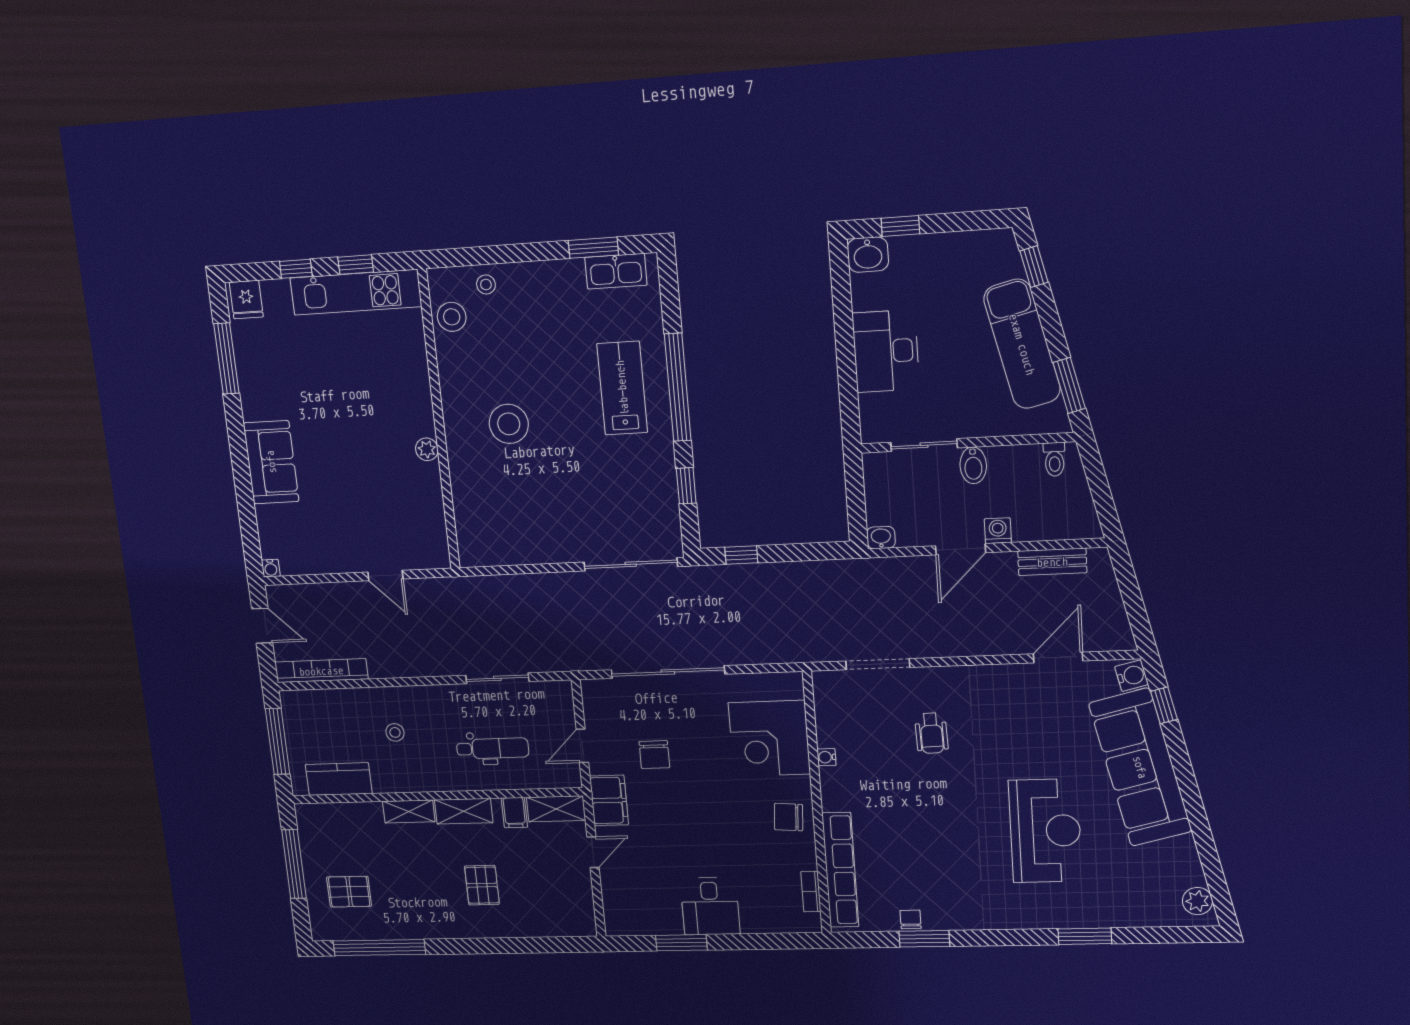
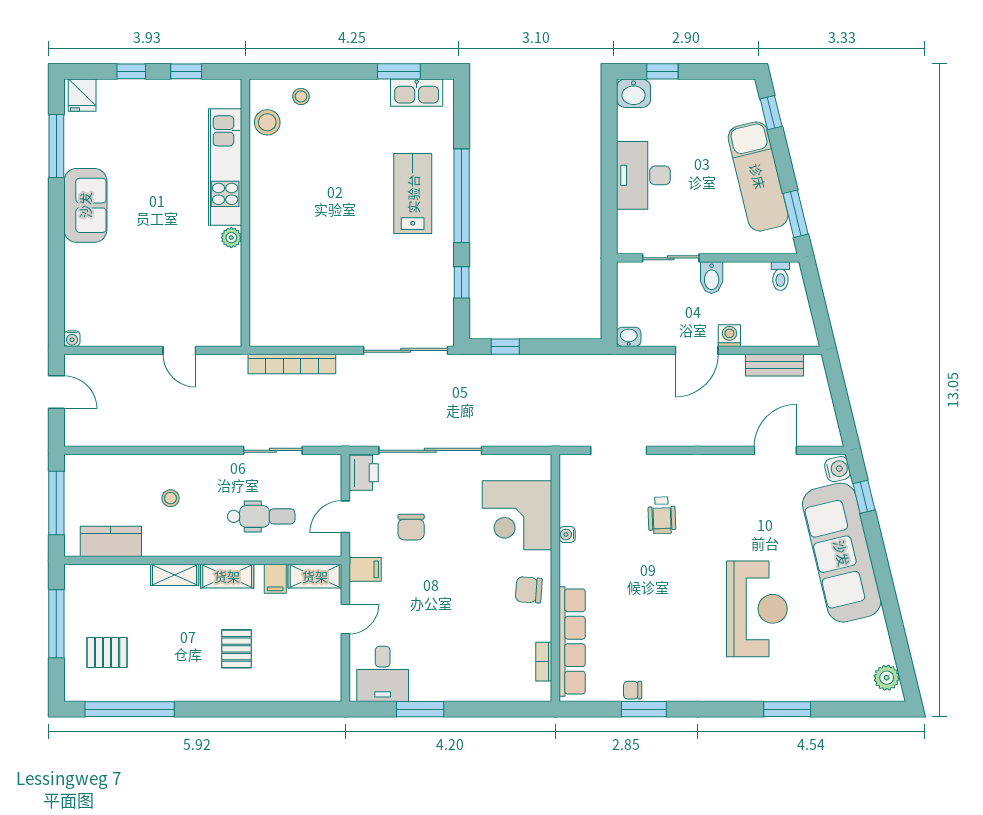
kitchen unit: (356, 292) -> (225, 167), moved, turned 90
stool: (509, 424) -> (308, 219), removed
sofa: (271, 462) -> (85, 205), moved
bookcase: (321, 671) -> (292, 364), moved, turned 180
printer: (597, 699) -> (364, 473), added
filing cabinet: (609, 800) -> (365, 569), width x0.50
desk: (710, 906) -> (383, 674), moved
chair: (911, 919) -> (633, 690), turned -90

